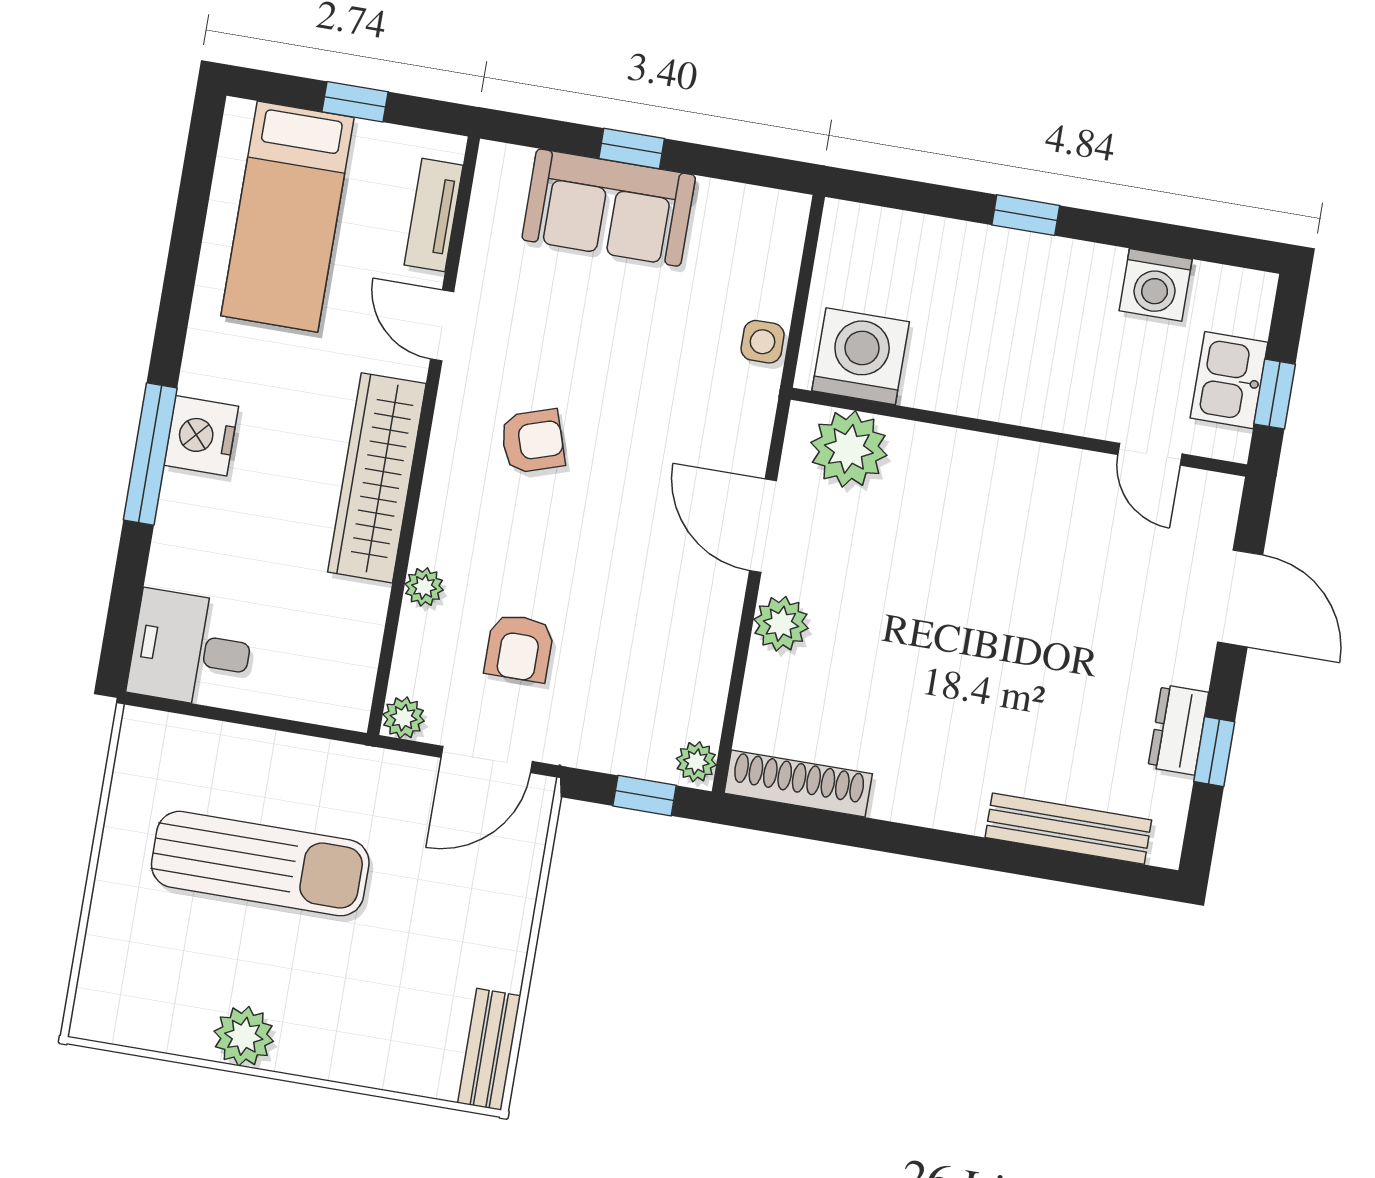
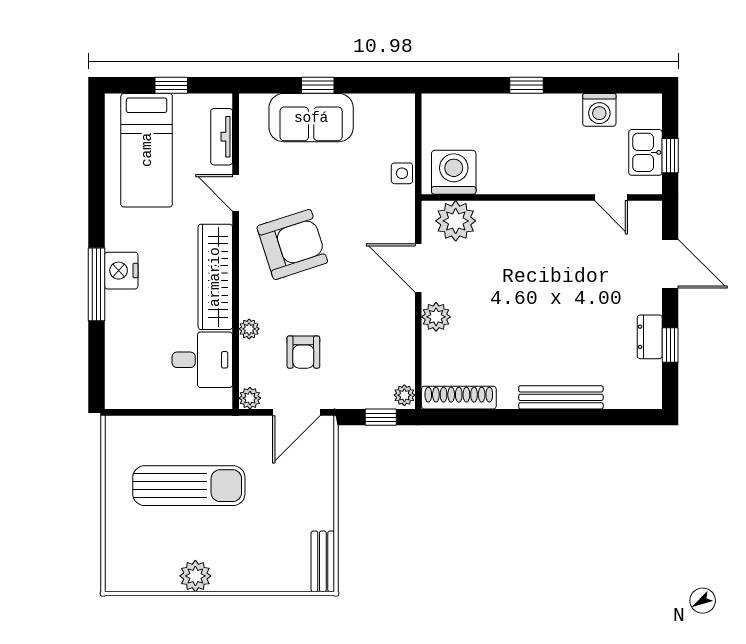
armchair: (533, 441) -> (292, 244), width x1.88, depth x1.88
desk: (191, 649) -> (202, 360), moved, turned 180
bench: (1068, 829) -> (561, 397), moved

